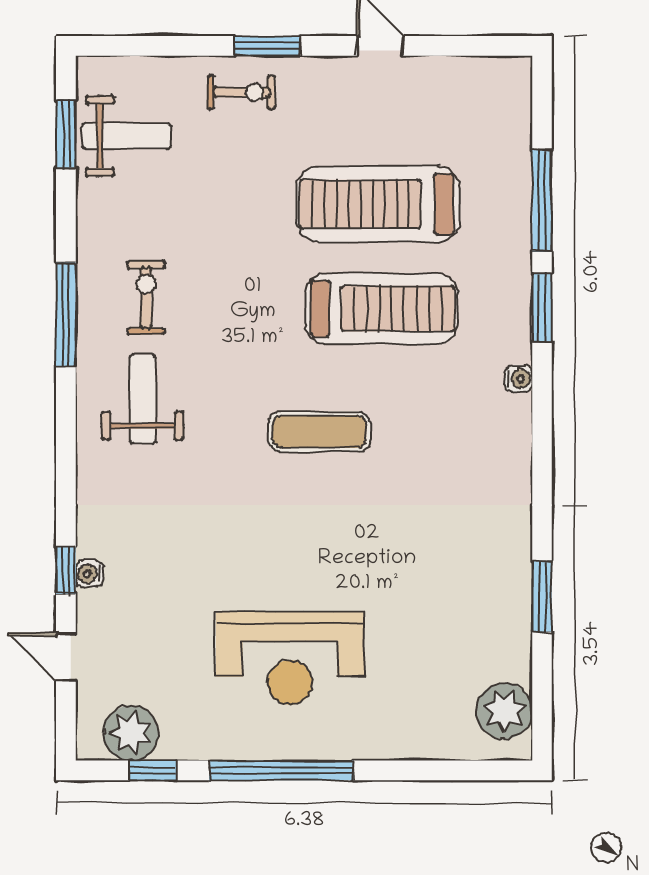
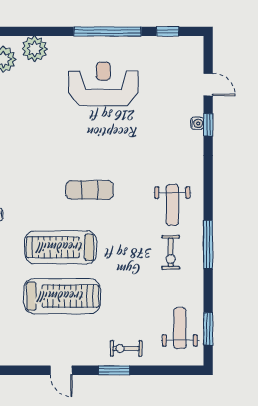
weight bench: (126, 136) -> (180, 328), turned 90
plant: (131, 733) -> (35, 49), moved

